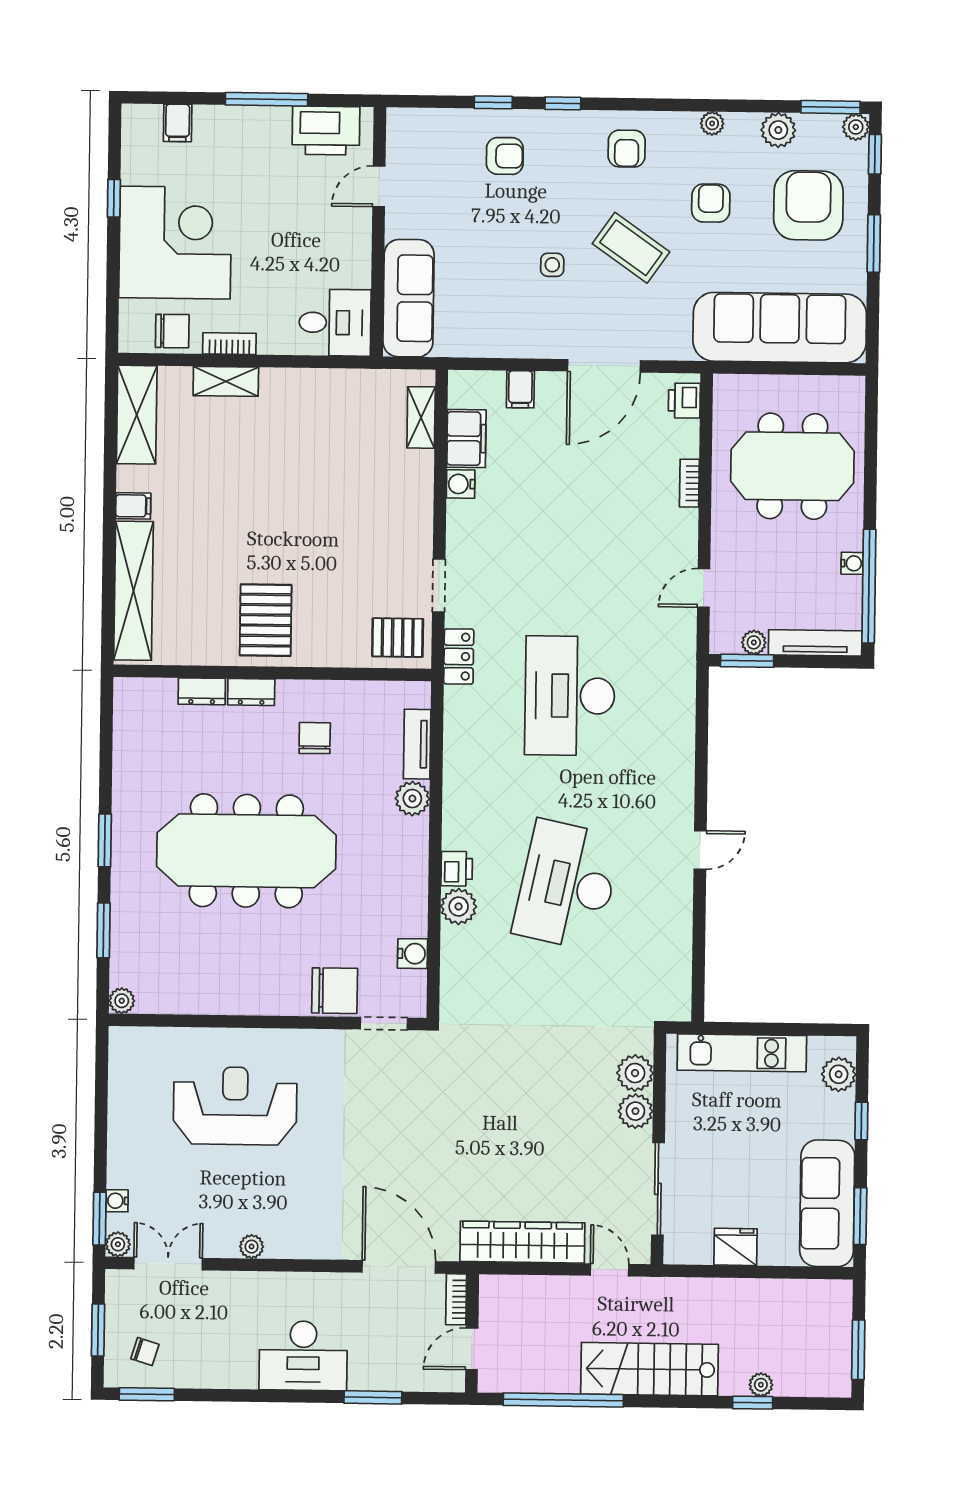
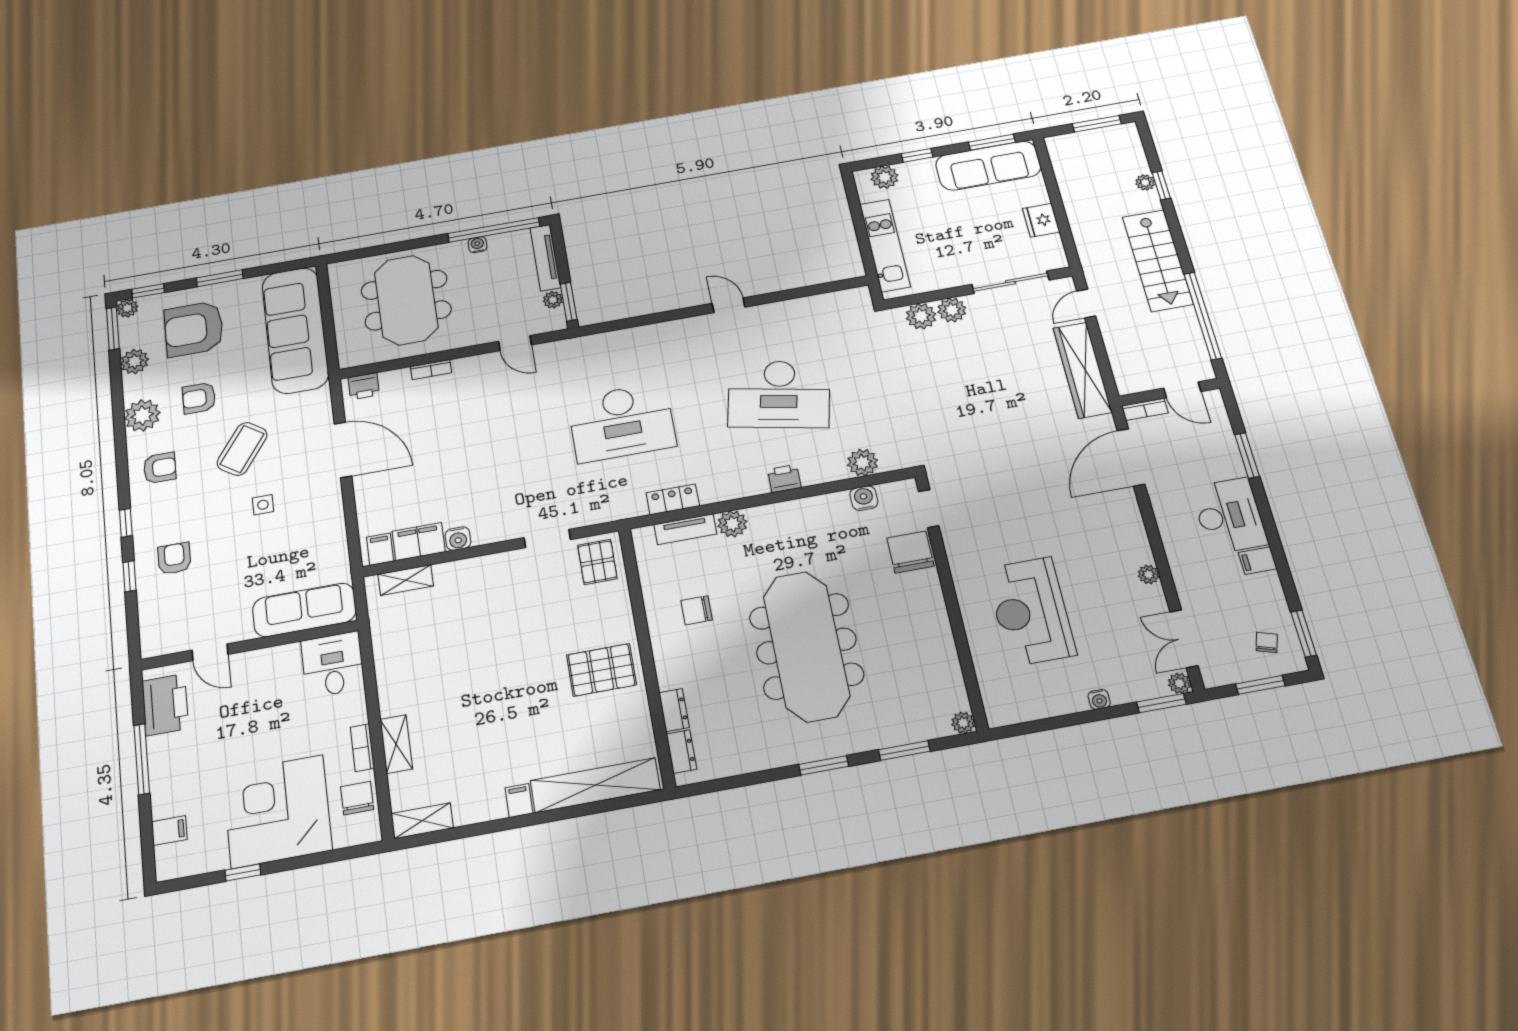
plant: (712, 123) -> (142, 415), width x1.87, depth x1.87
filing cabinet: (520, 389) -> (380, 549), moved, turned -90
shelving: (137, 415) -> (422, 821), width x0.67, depth x0.75
locker: (459, 657) -> (673, 499), moved
dresser: (251, 692) -> (681, 752), moved
plant: (459, 906) -> (863, 463), moved
water cooler: (117, 1201) -> (1099, 699), moved
filing cabinet: (243, 1371) -> (1258, 561), added

